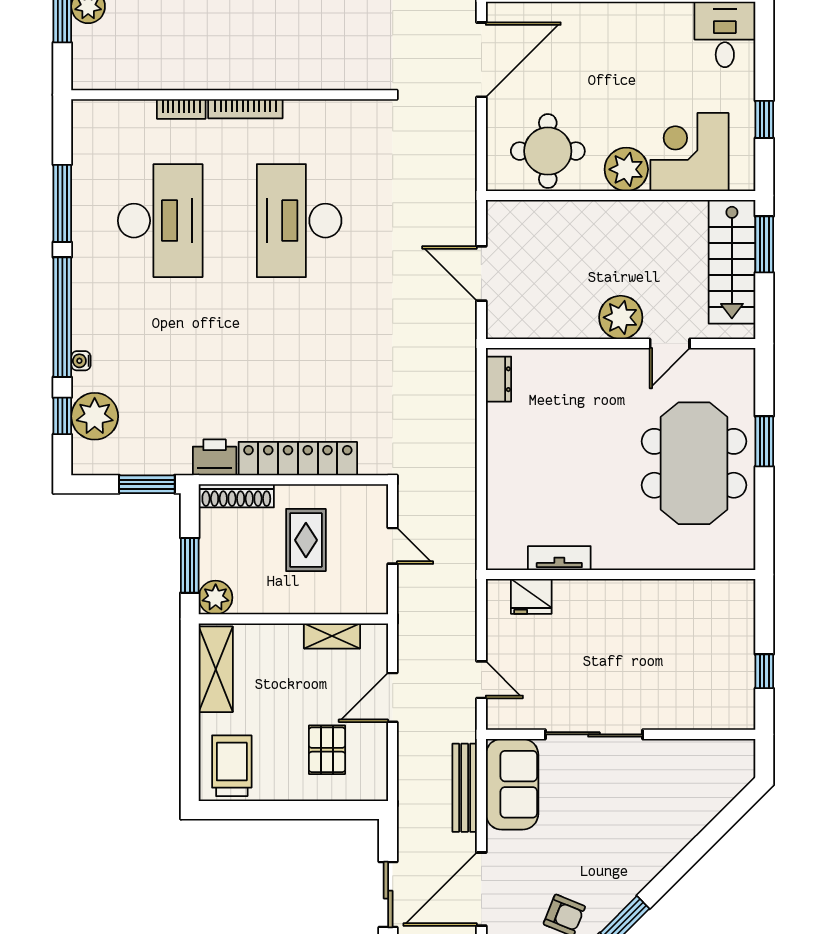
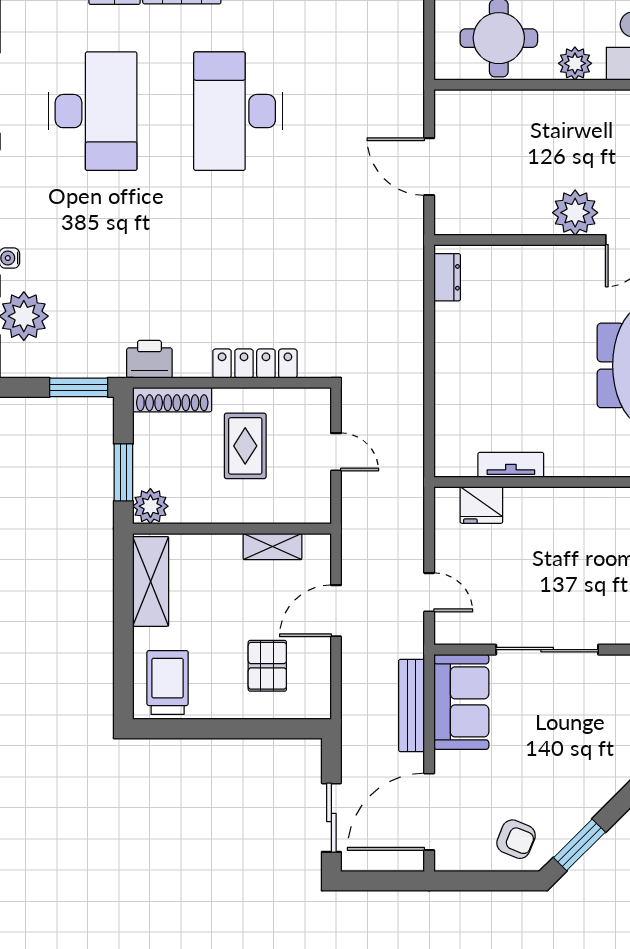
plant: (626, 169) -> (575, 63), width x0.73, depth x0.73
locker: (298, 459) -> (255, 364), width x0.71, depth x0.83

